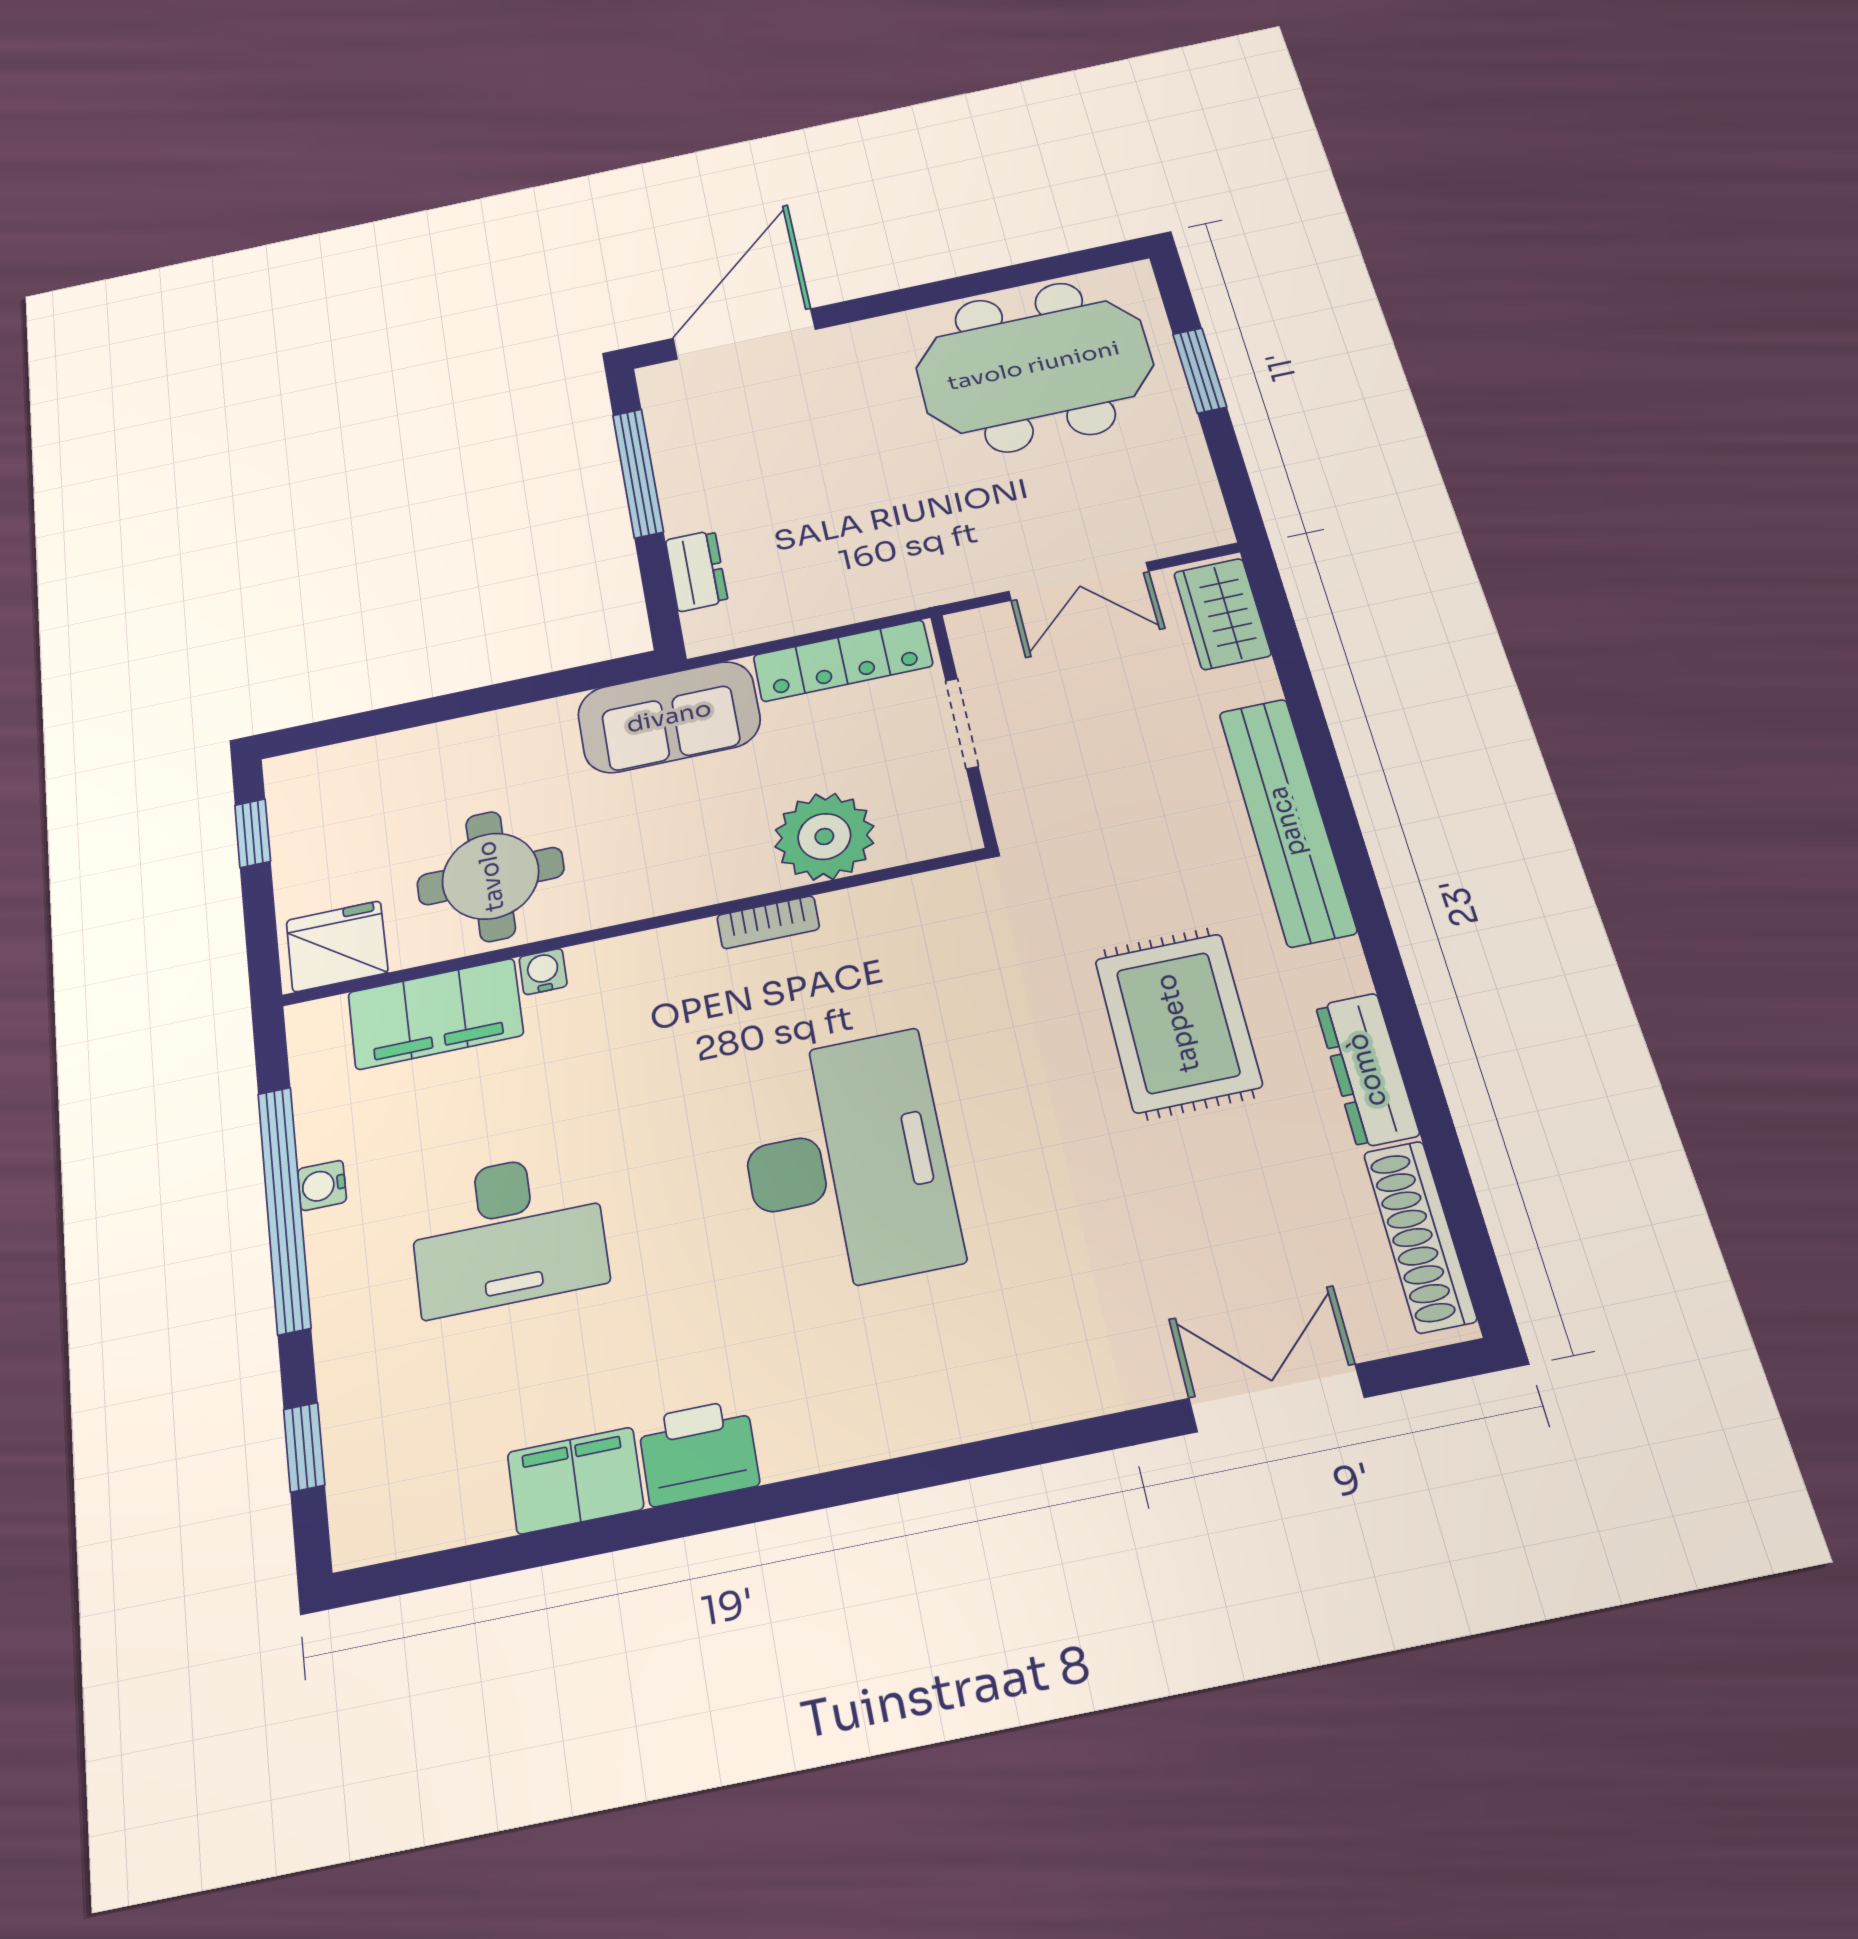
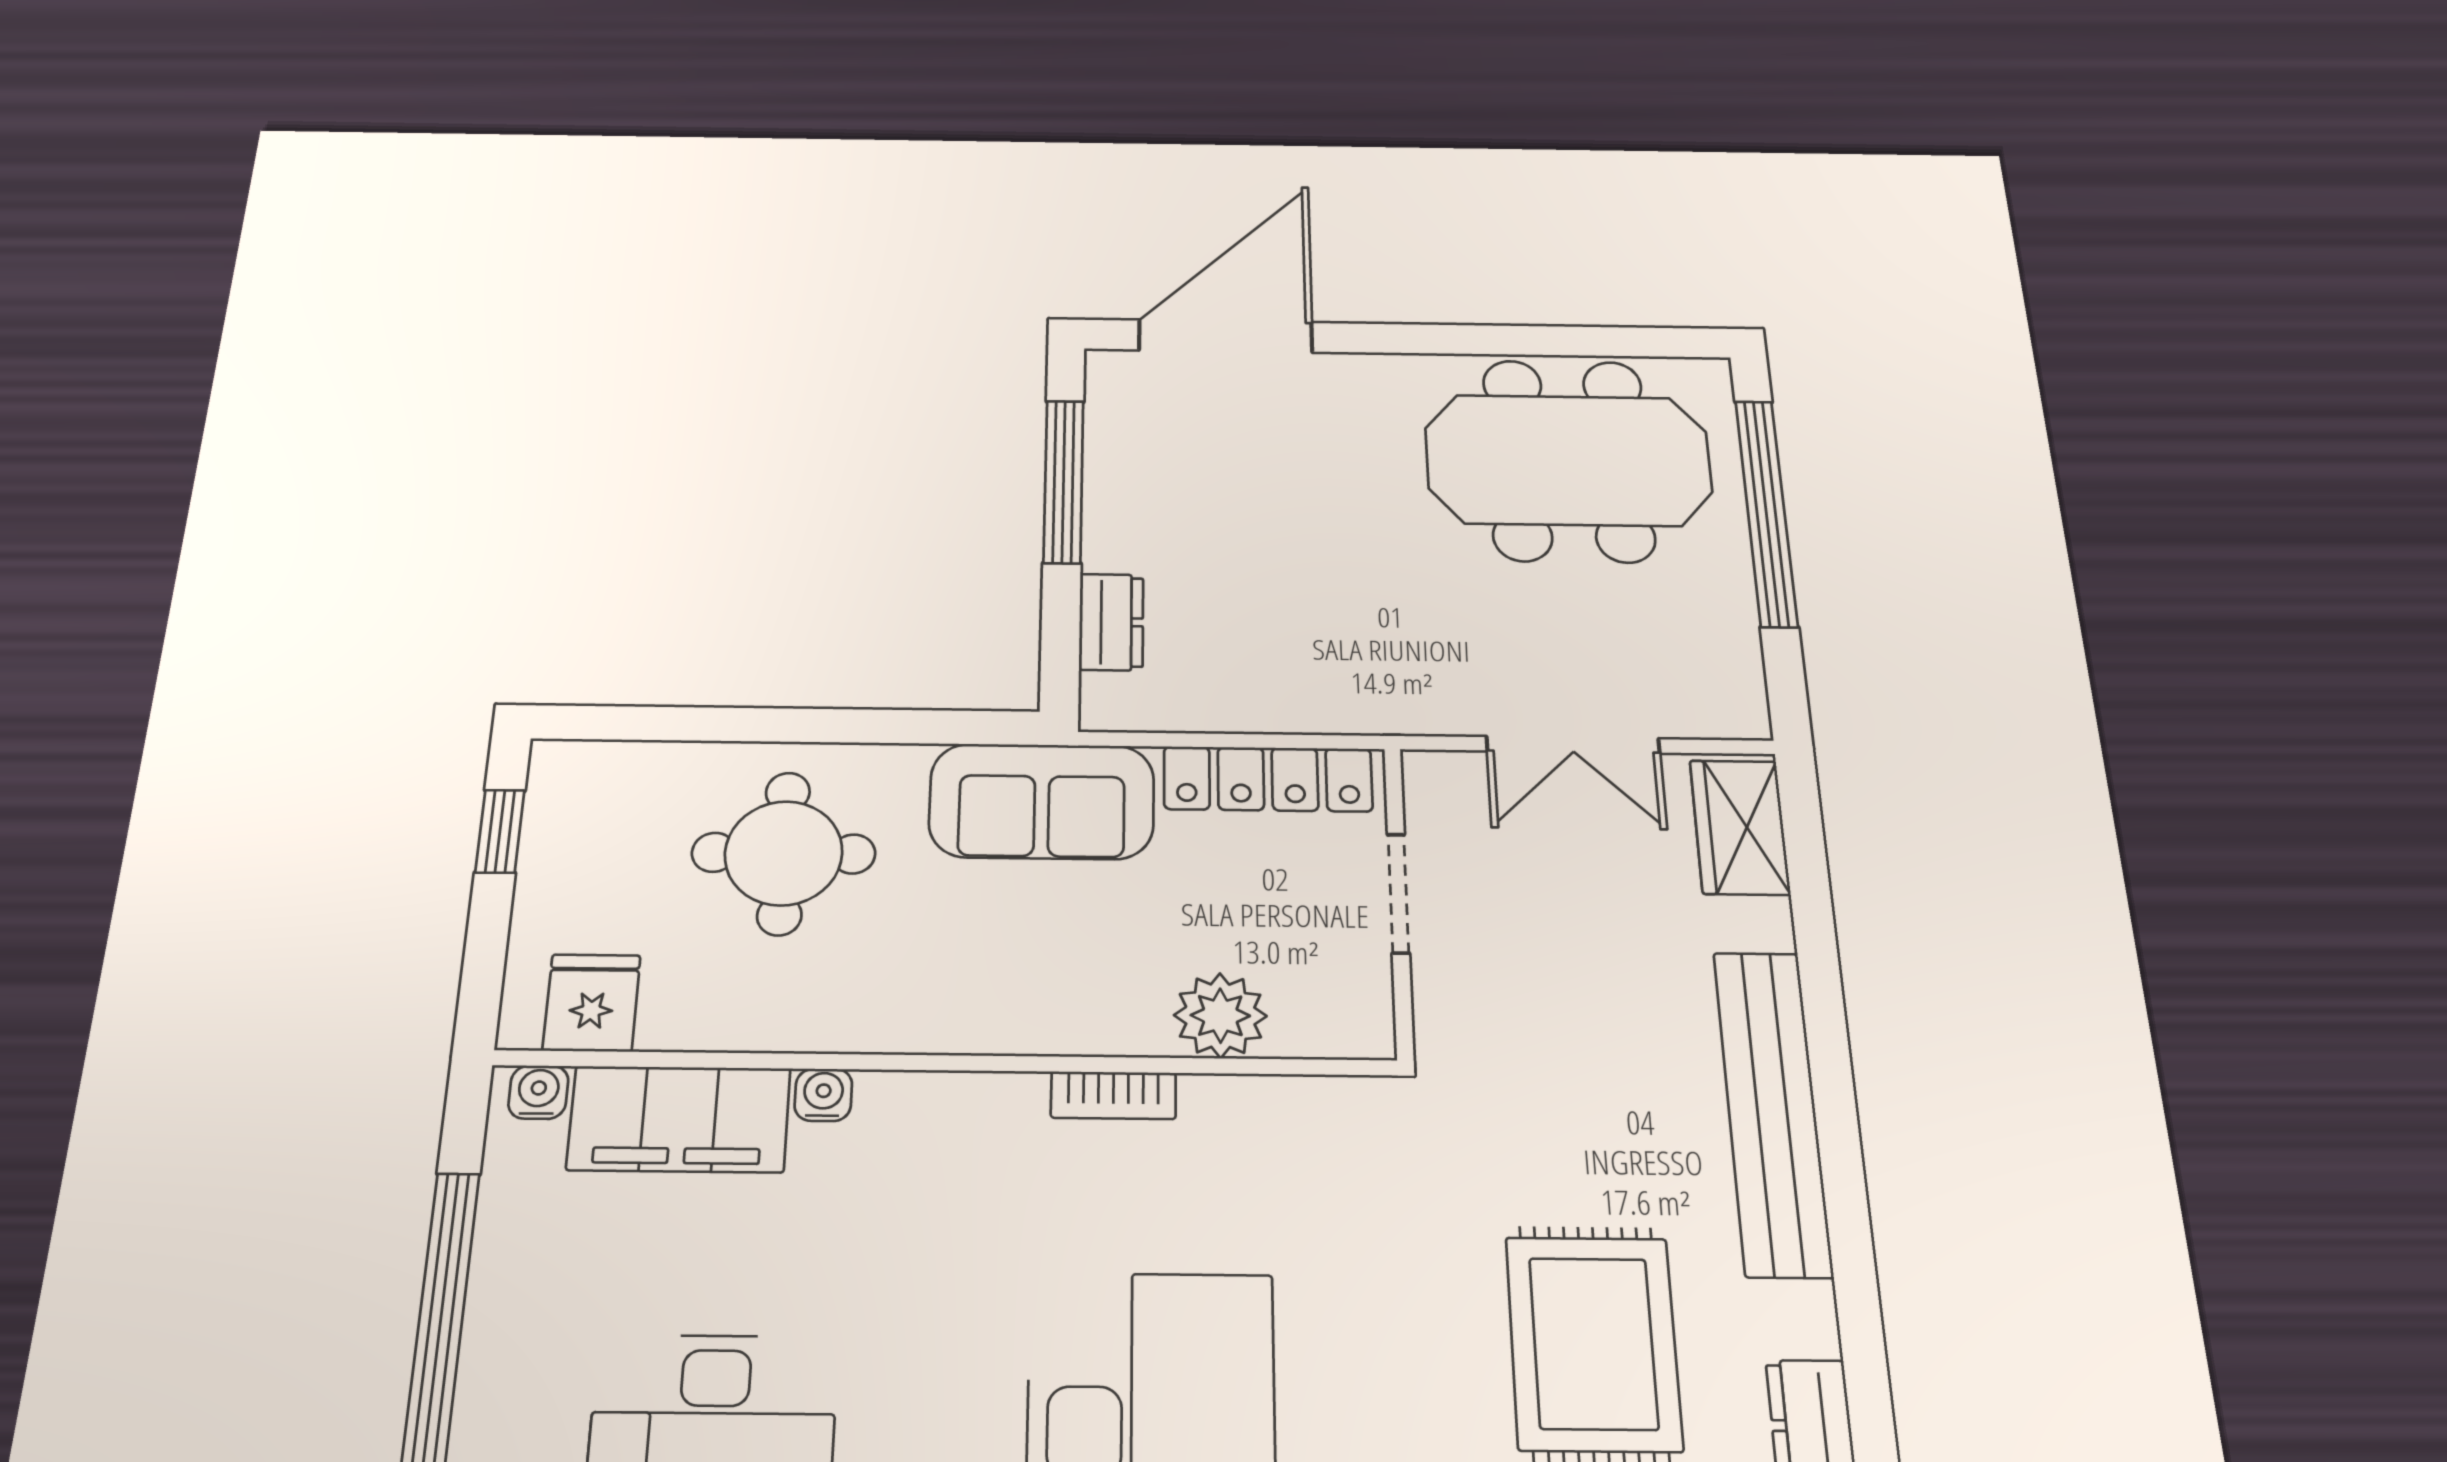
window: (1200, 370) -> (1766, 512), width x2.11
plant: (824, 836) -> (1220, 1016), width x0.73, depth x0.73
round table: (491, 876) -> (784, 853), moved
fridge: (337, 946) -> (592, 1003), width x0.72
water cooler: (322, 1185) -> (538, 1092), moved, turned 90

